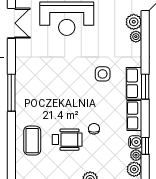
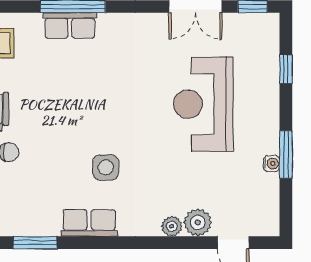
window: (145, 87) -> (35, 243), moved
row of seats: (134, 116) -> (70, 26), moved, turned 180

